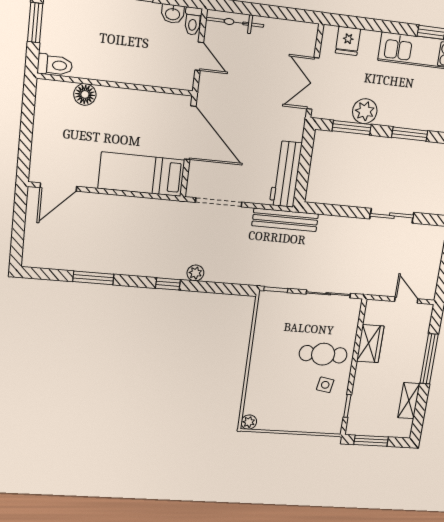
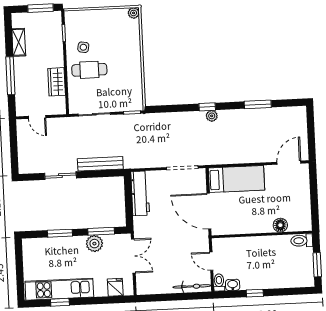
bench: (285, 220) -> (100, 164), moved
plant: (195, 273) -> (212, 116), moved

